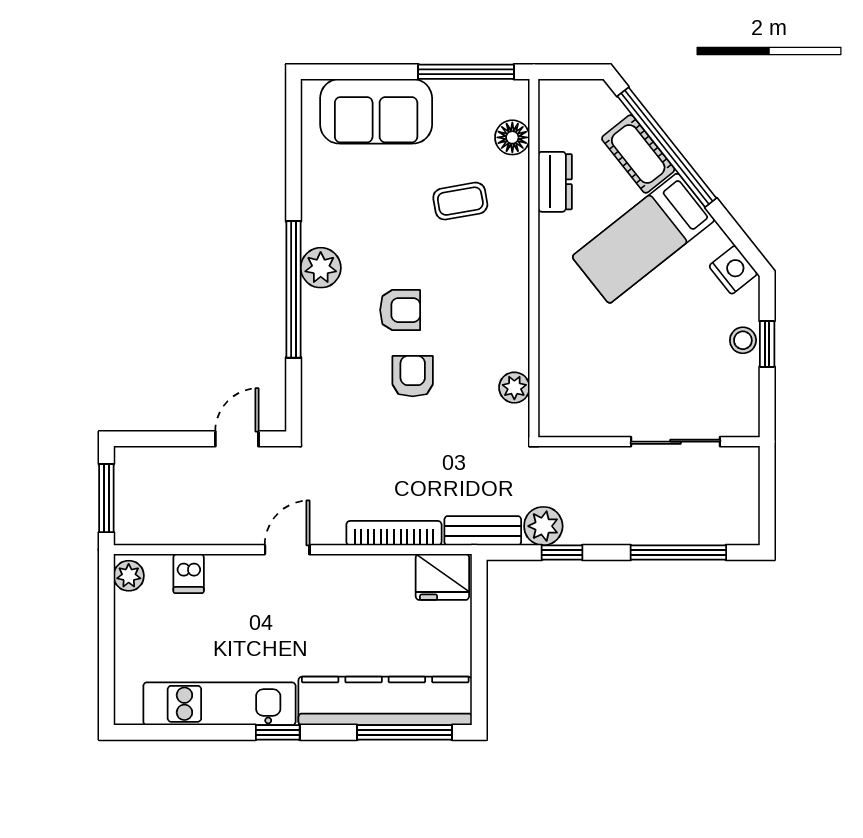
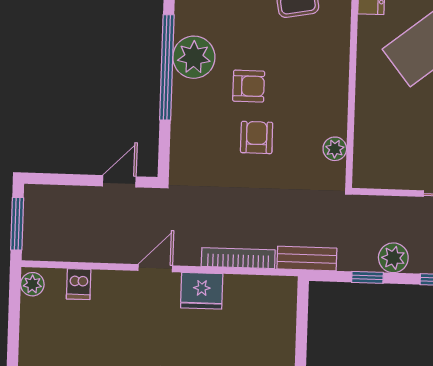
plant: (321, 268) -> (194, 57), width x1.36, depth x1.36
plant: (543, 526) -> (393, 258), moved
fridge: (442, 577) -> (202, 291), moved

